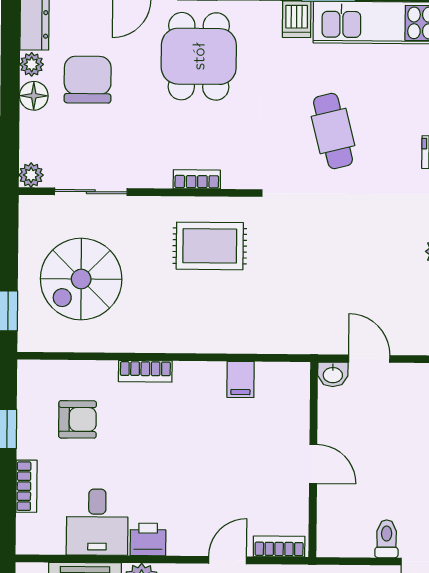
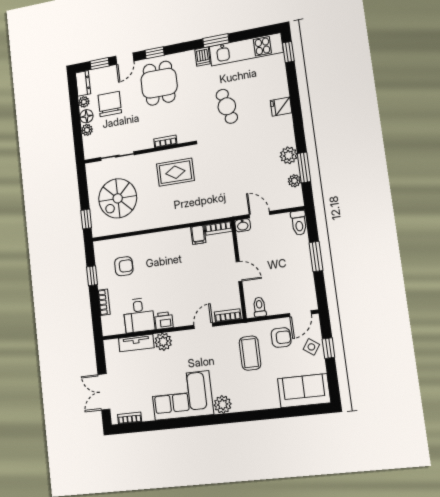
plant: (31, 175) -> (87, 130), moved
bookcase: (145, 371) -> (218, 228), moved
toilet: (387, 539) -> (259, 307), moved

